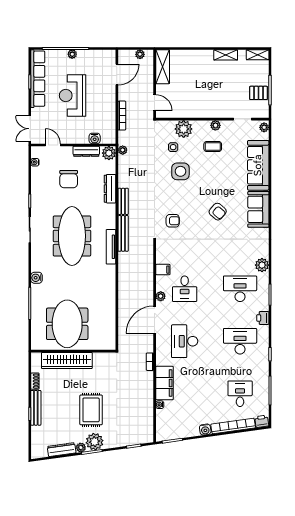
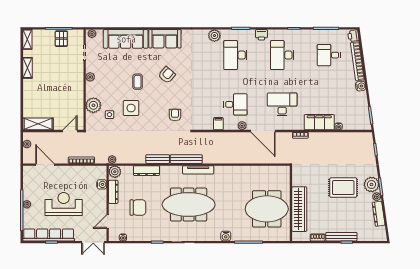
reception desk: (73, 96) -> (64, 204), turned 180
coffee table: (213, 147) -> (138, 82), moved
desk: (185, 341) -> (282, 104), turned 180

